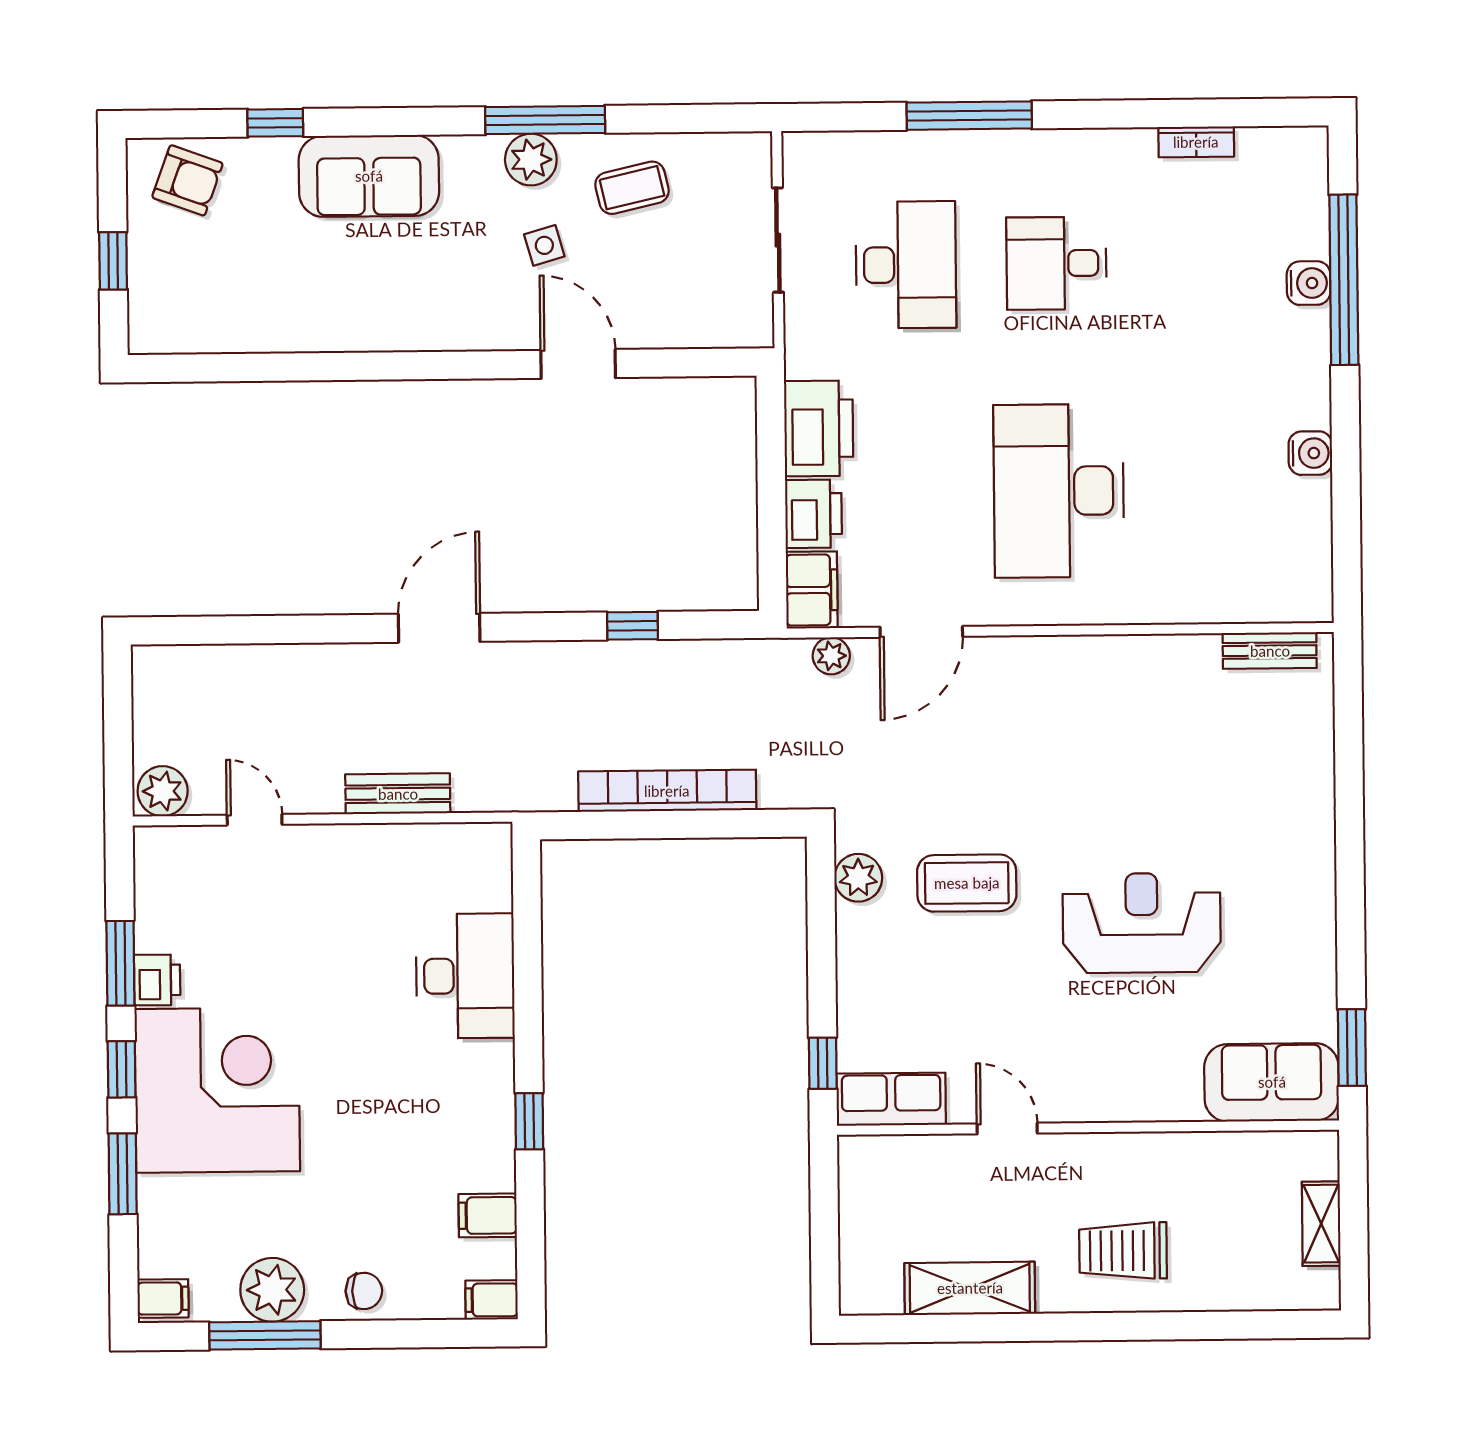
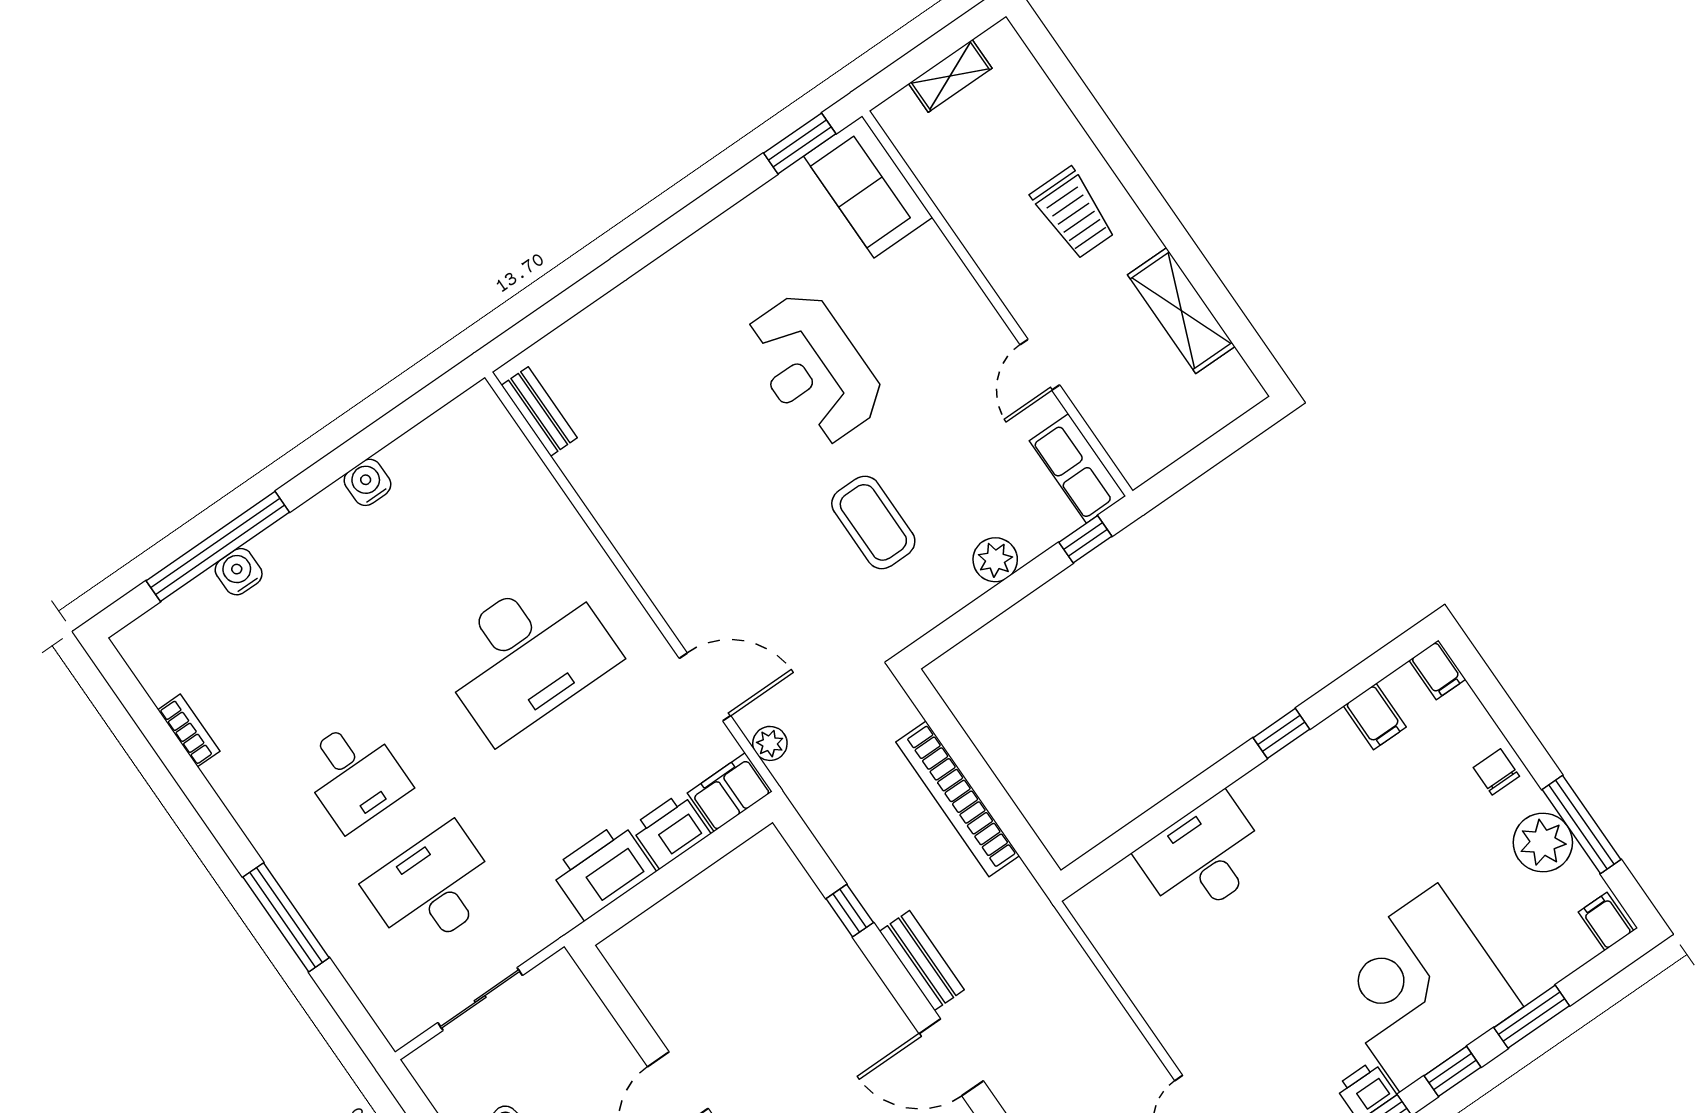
bench: (398, 794) -> (922, 961), moved
plant: (858, 878) -> (995, 560), moved

